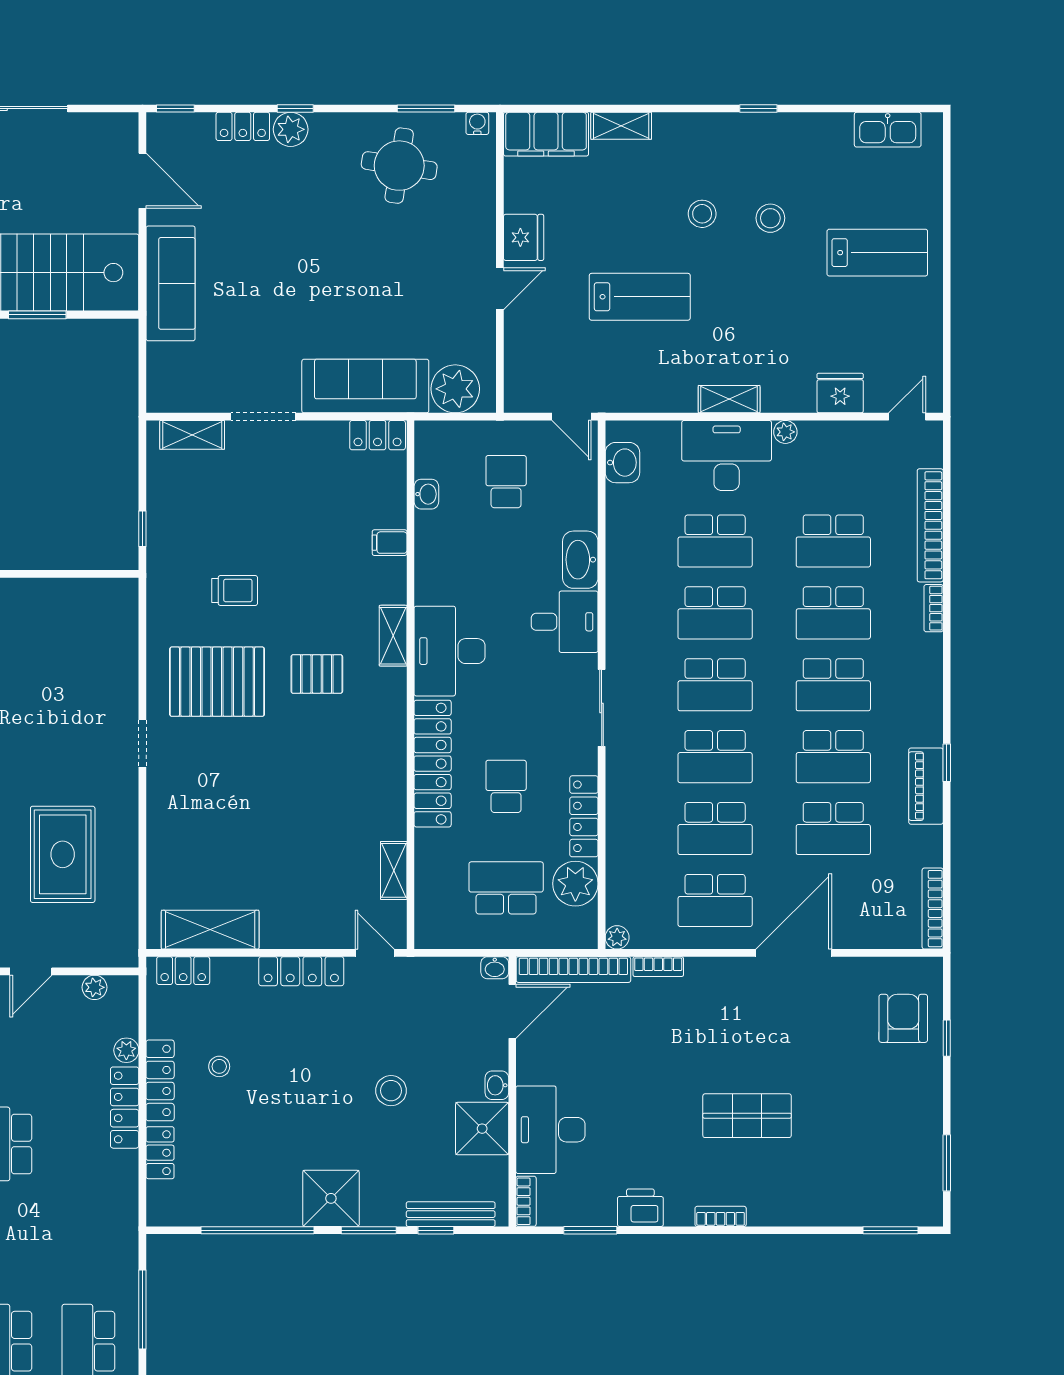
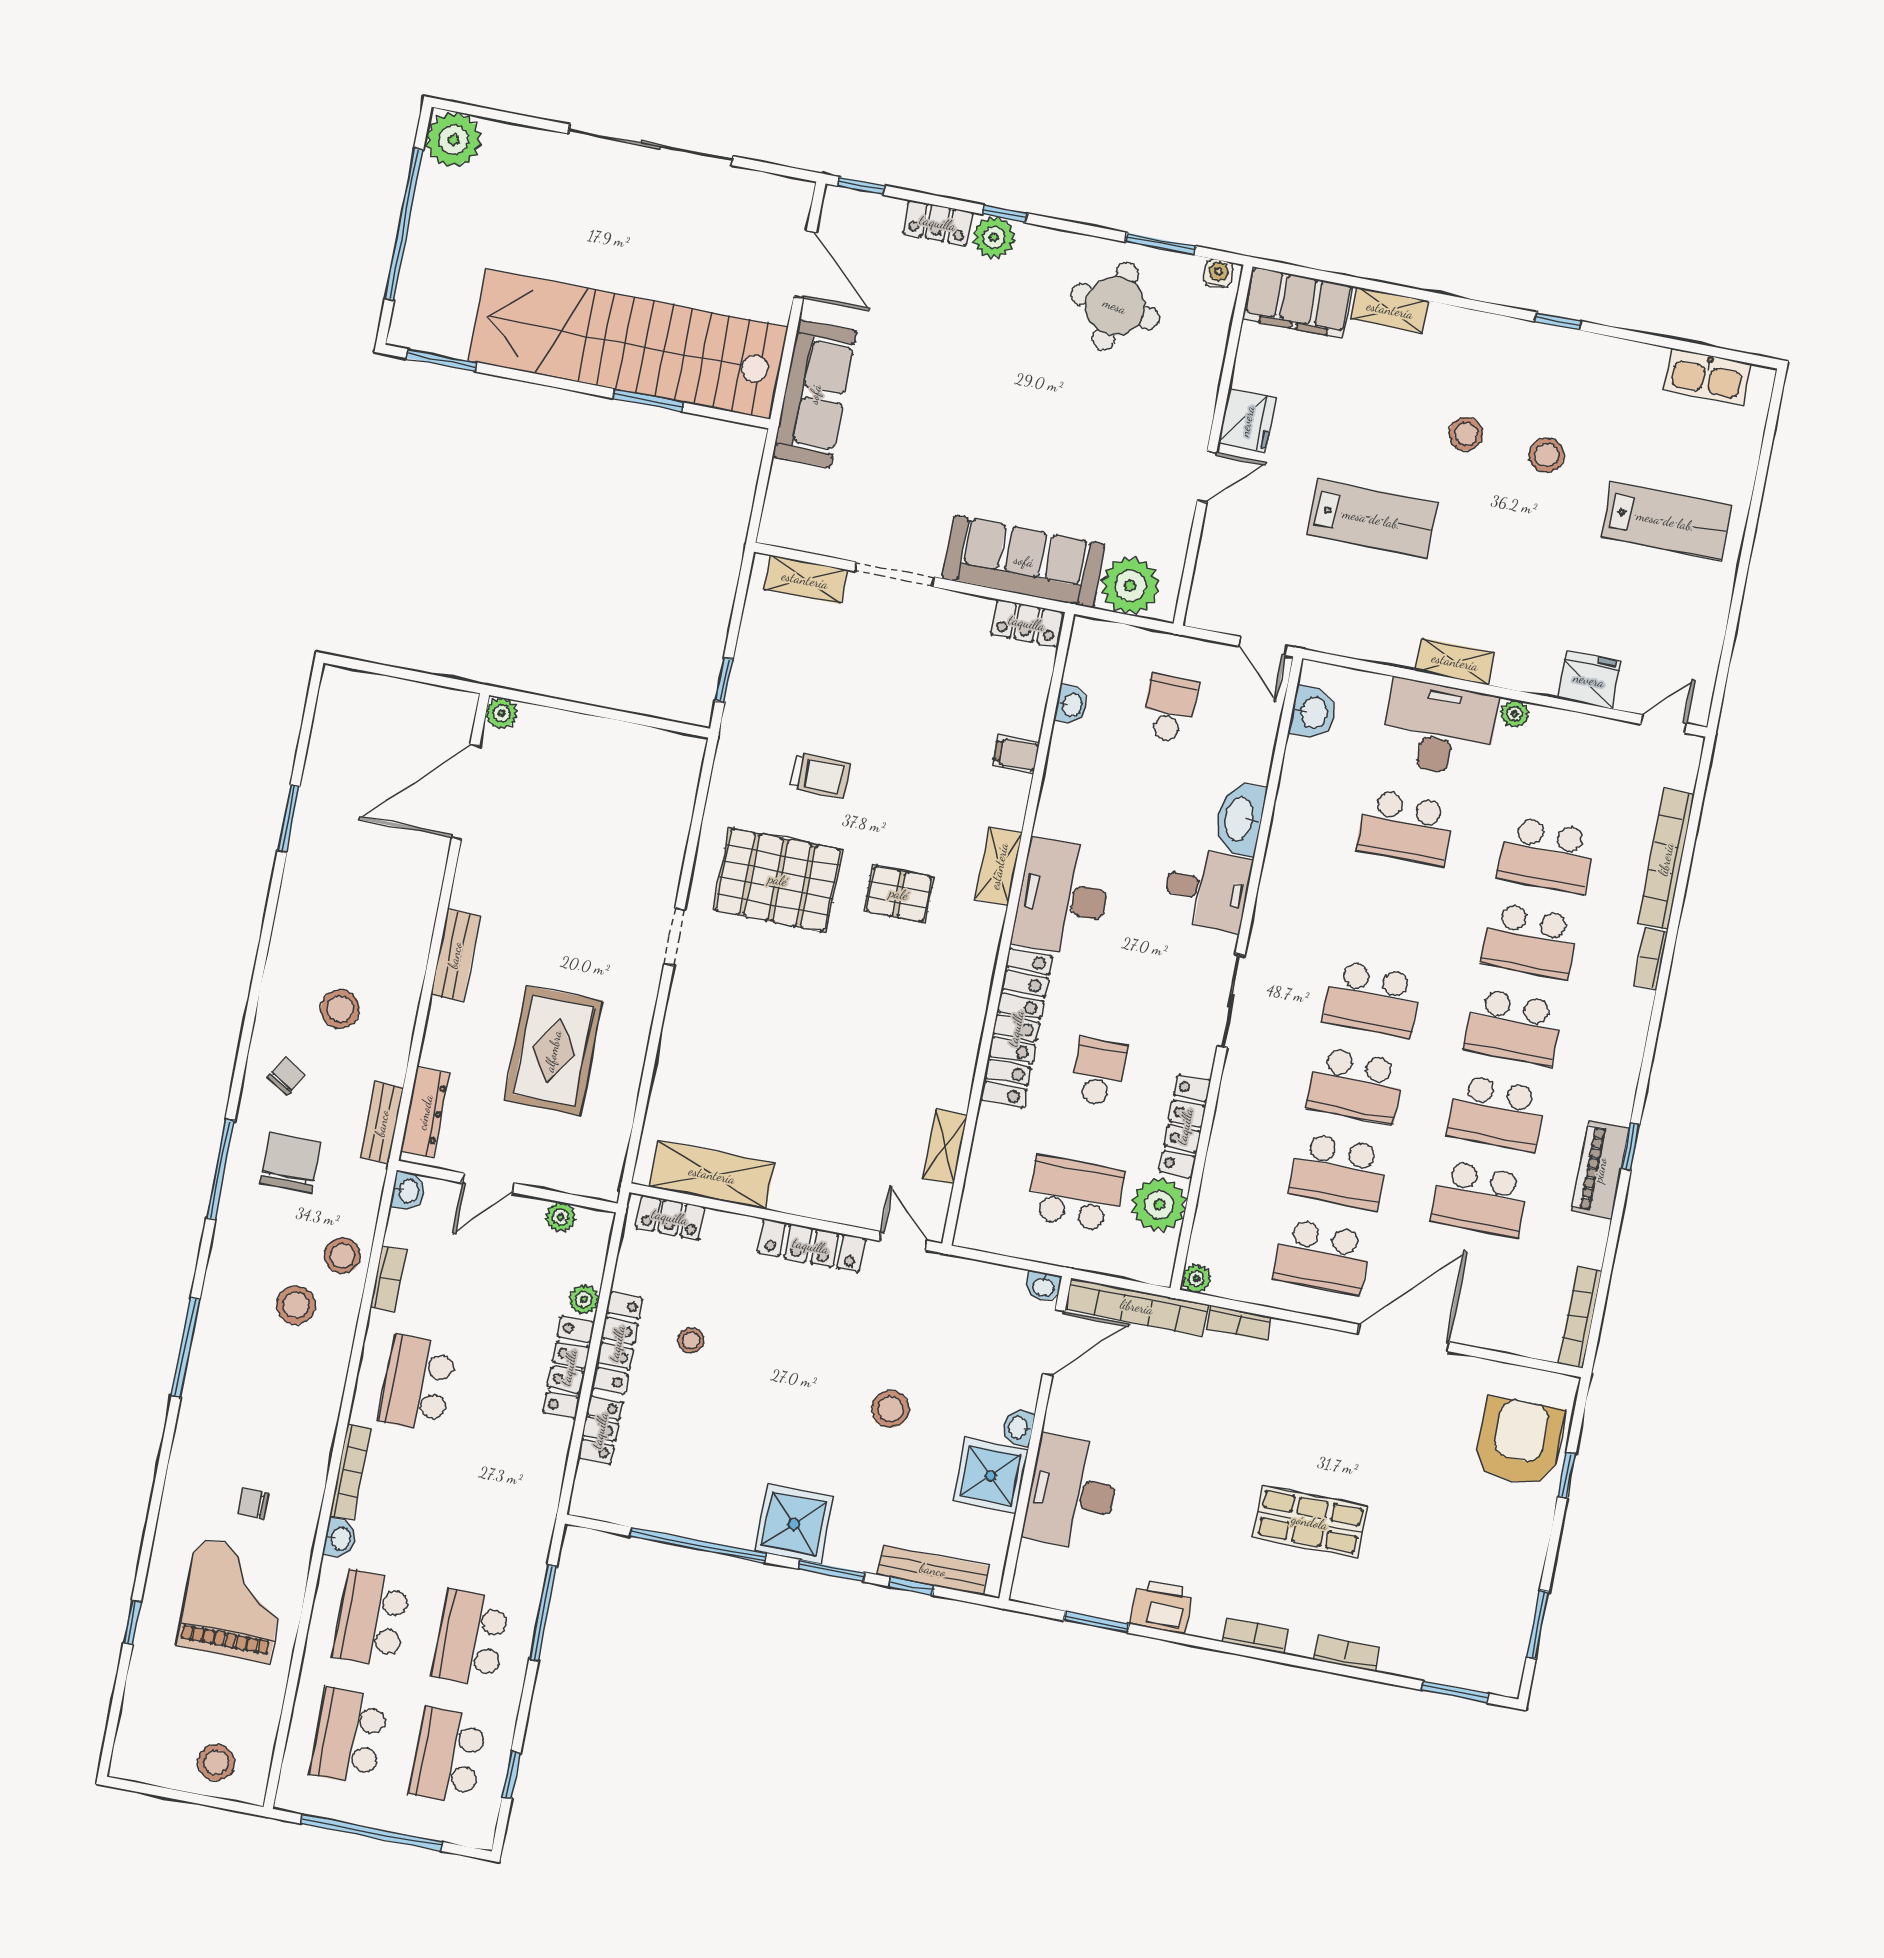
school desk: (715, 613) -> (1389, 914), removed
armchair: (903, 1018) -> (1519, 1442), width x1.36, depth x1.36
bookcase: (526, 1201) -> (1346, 1654), moved, turned -90

